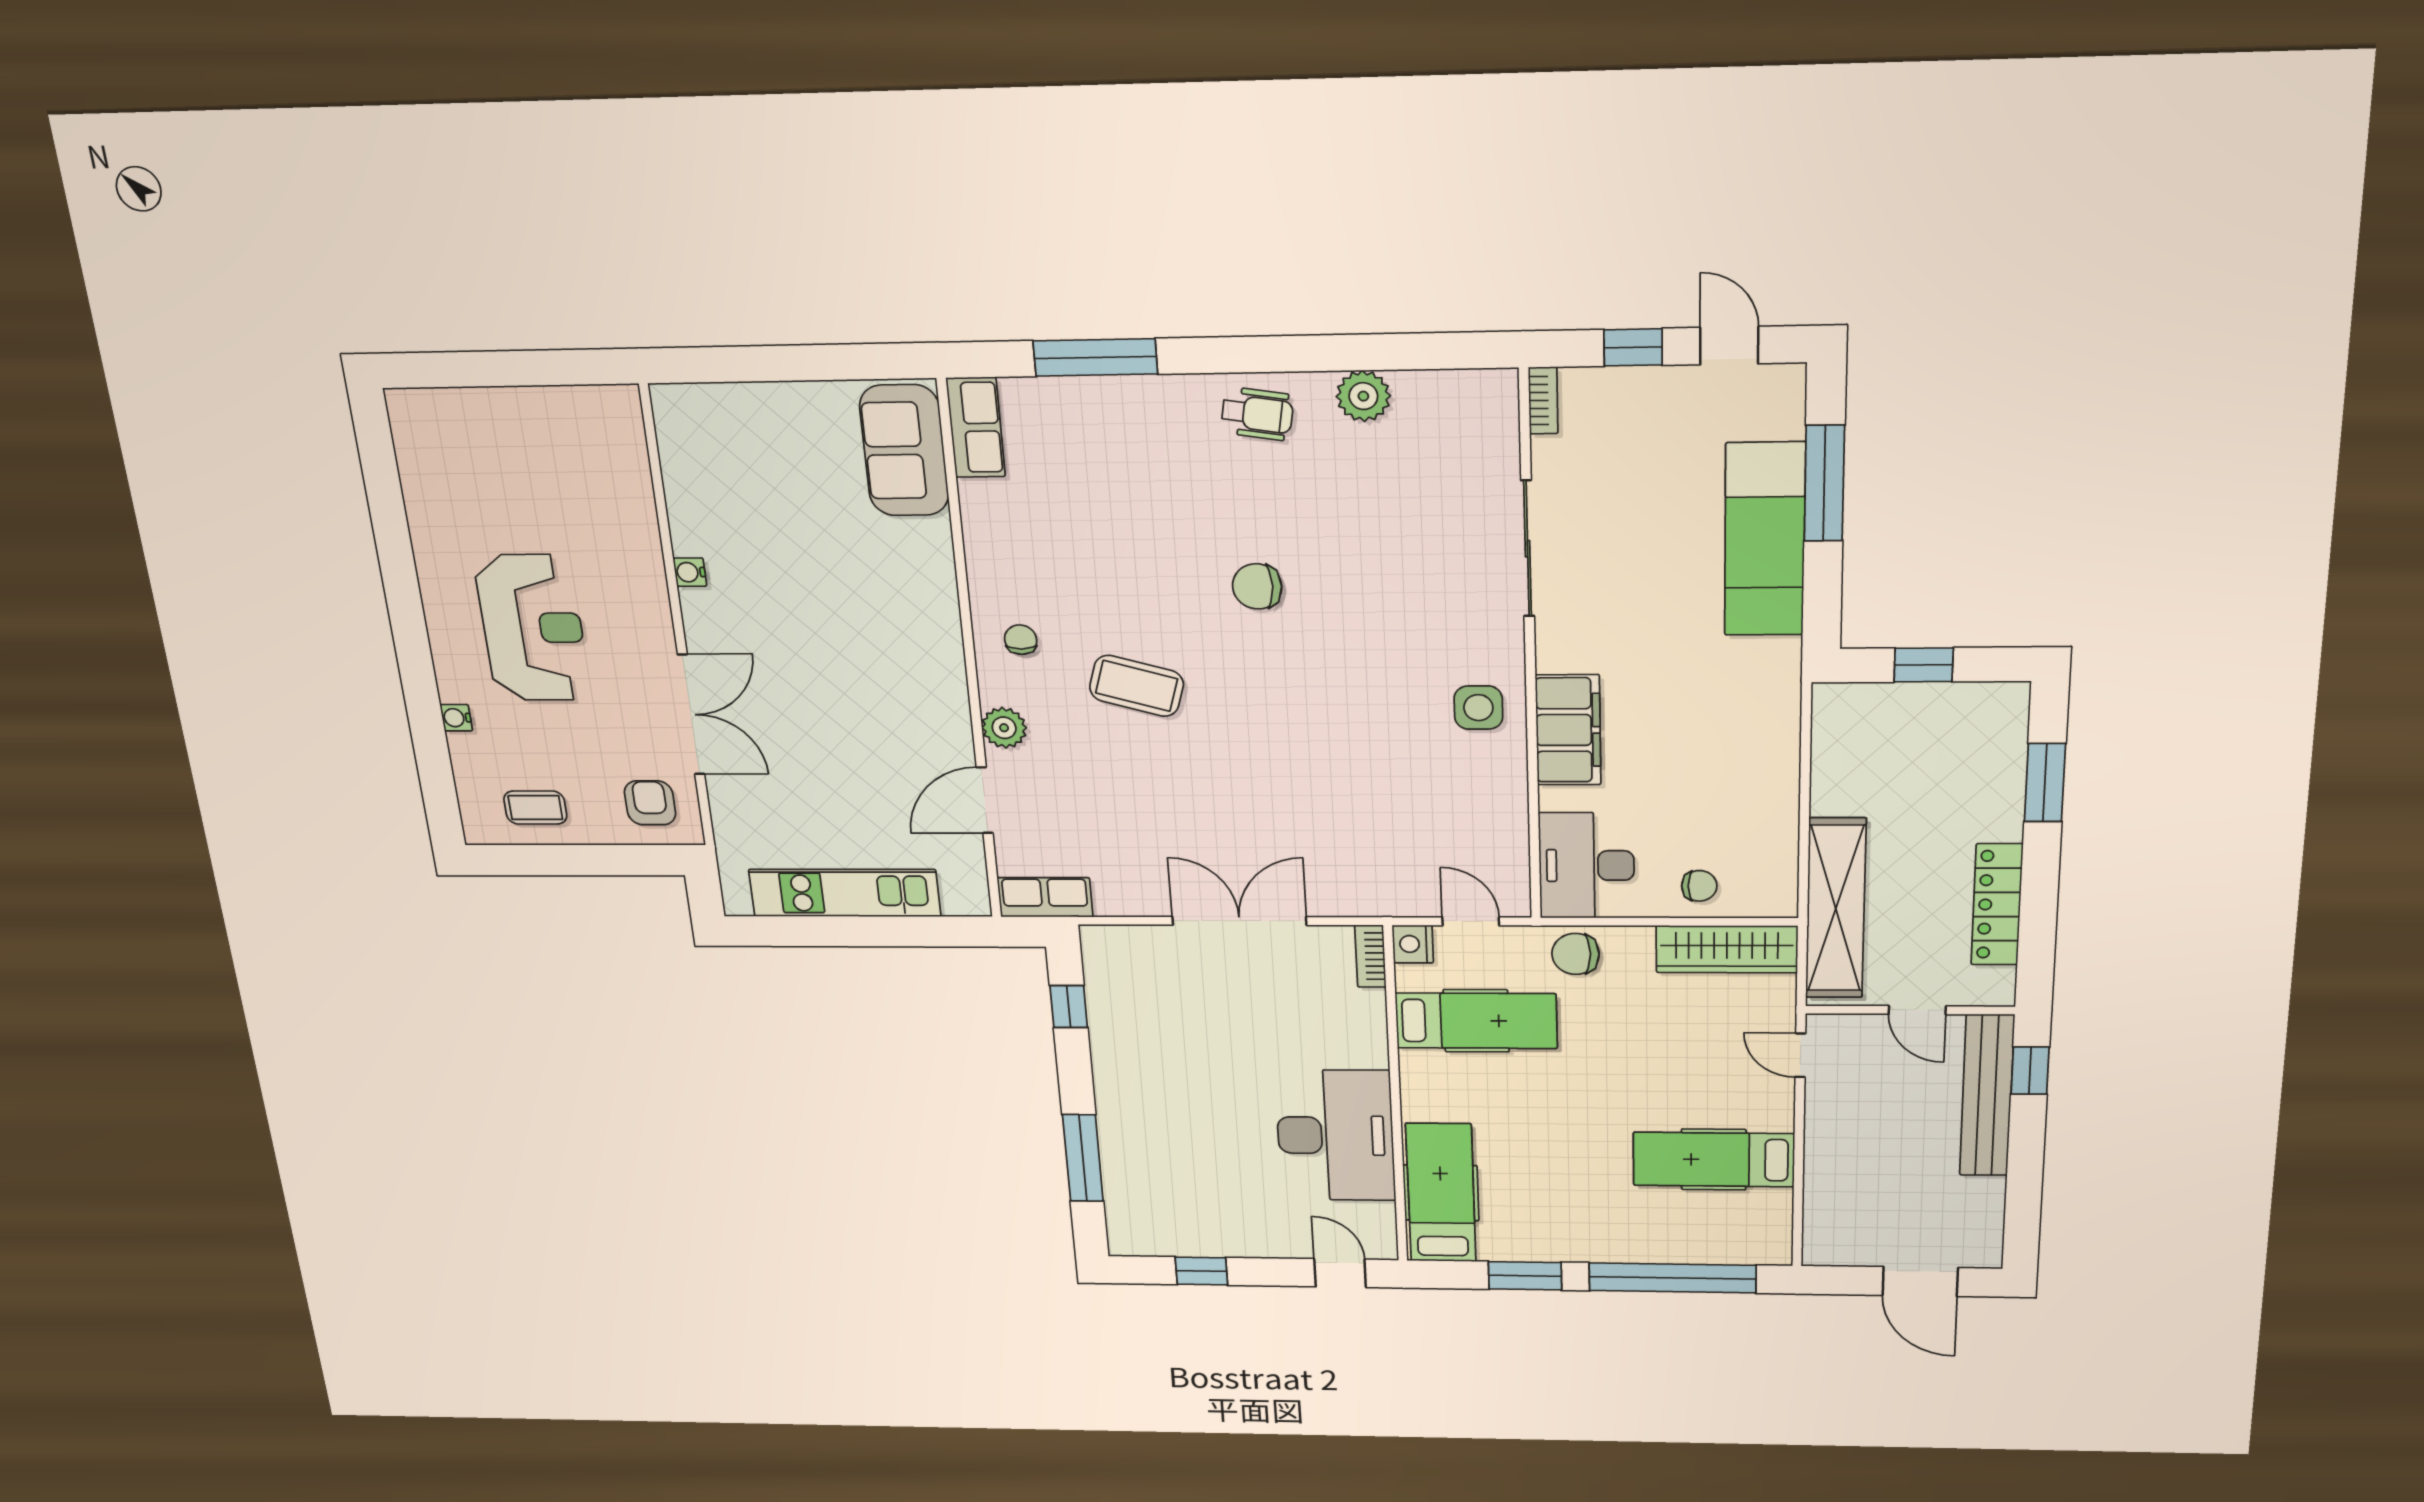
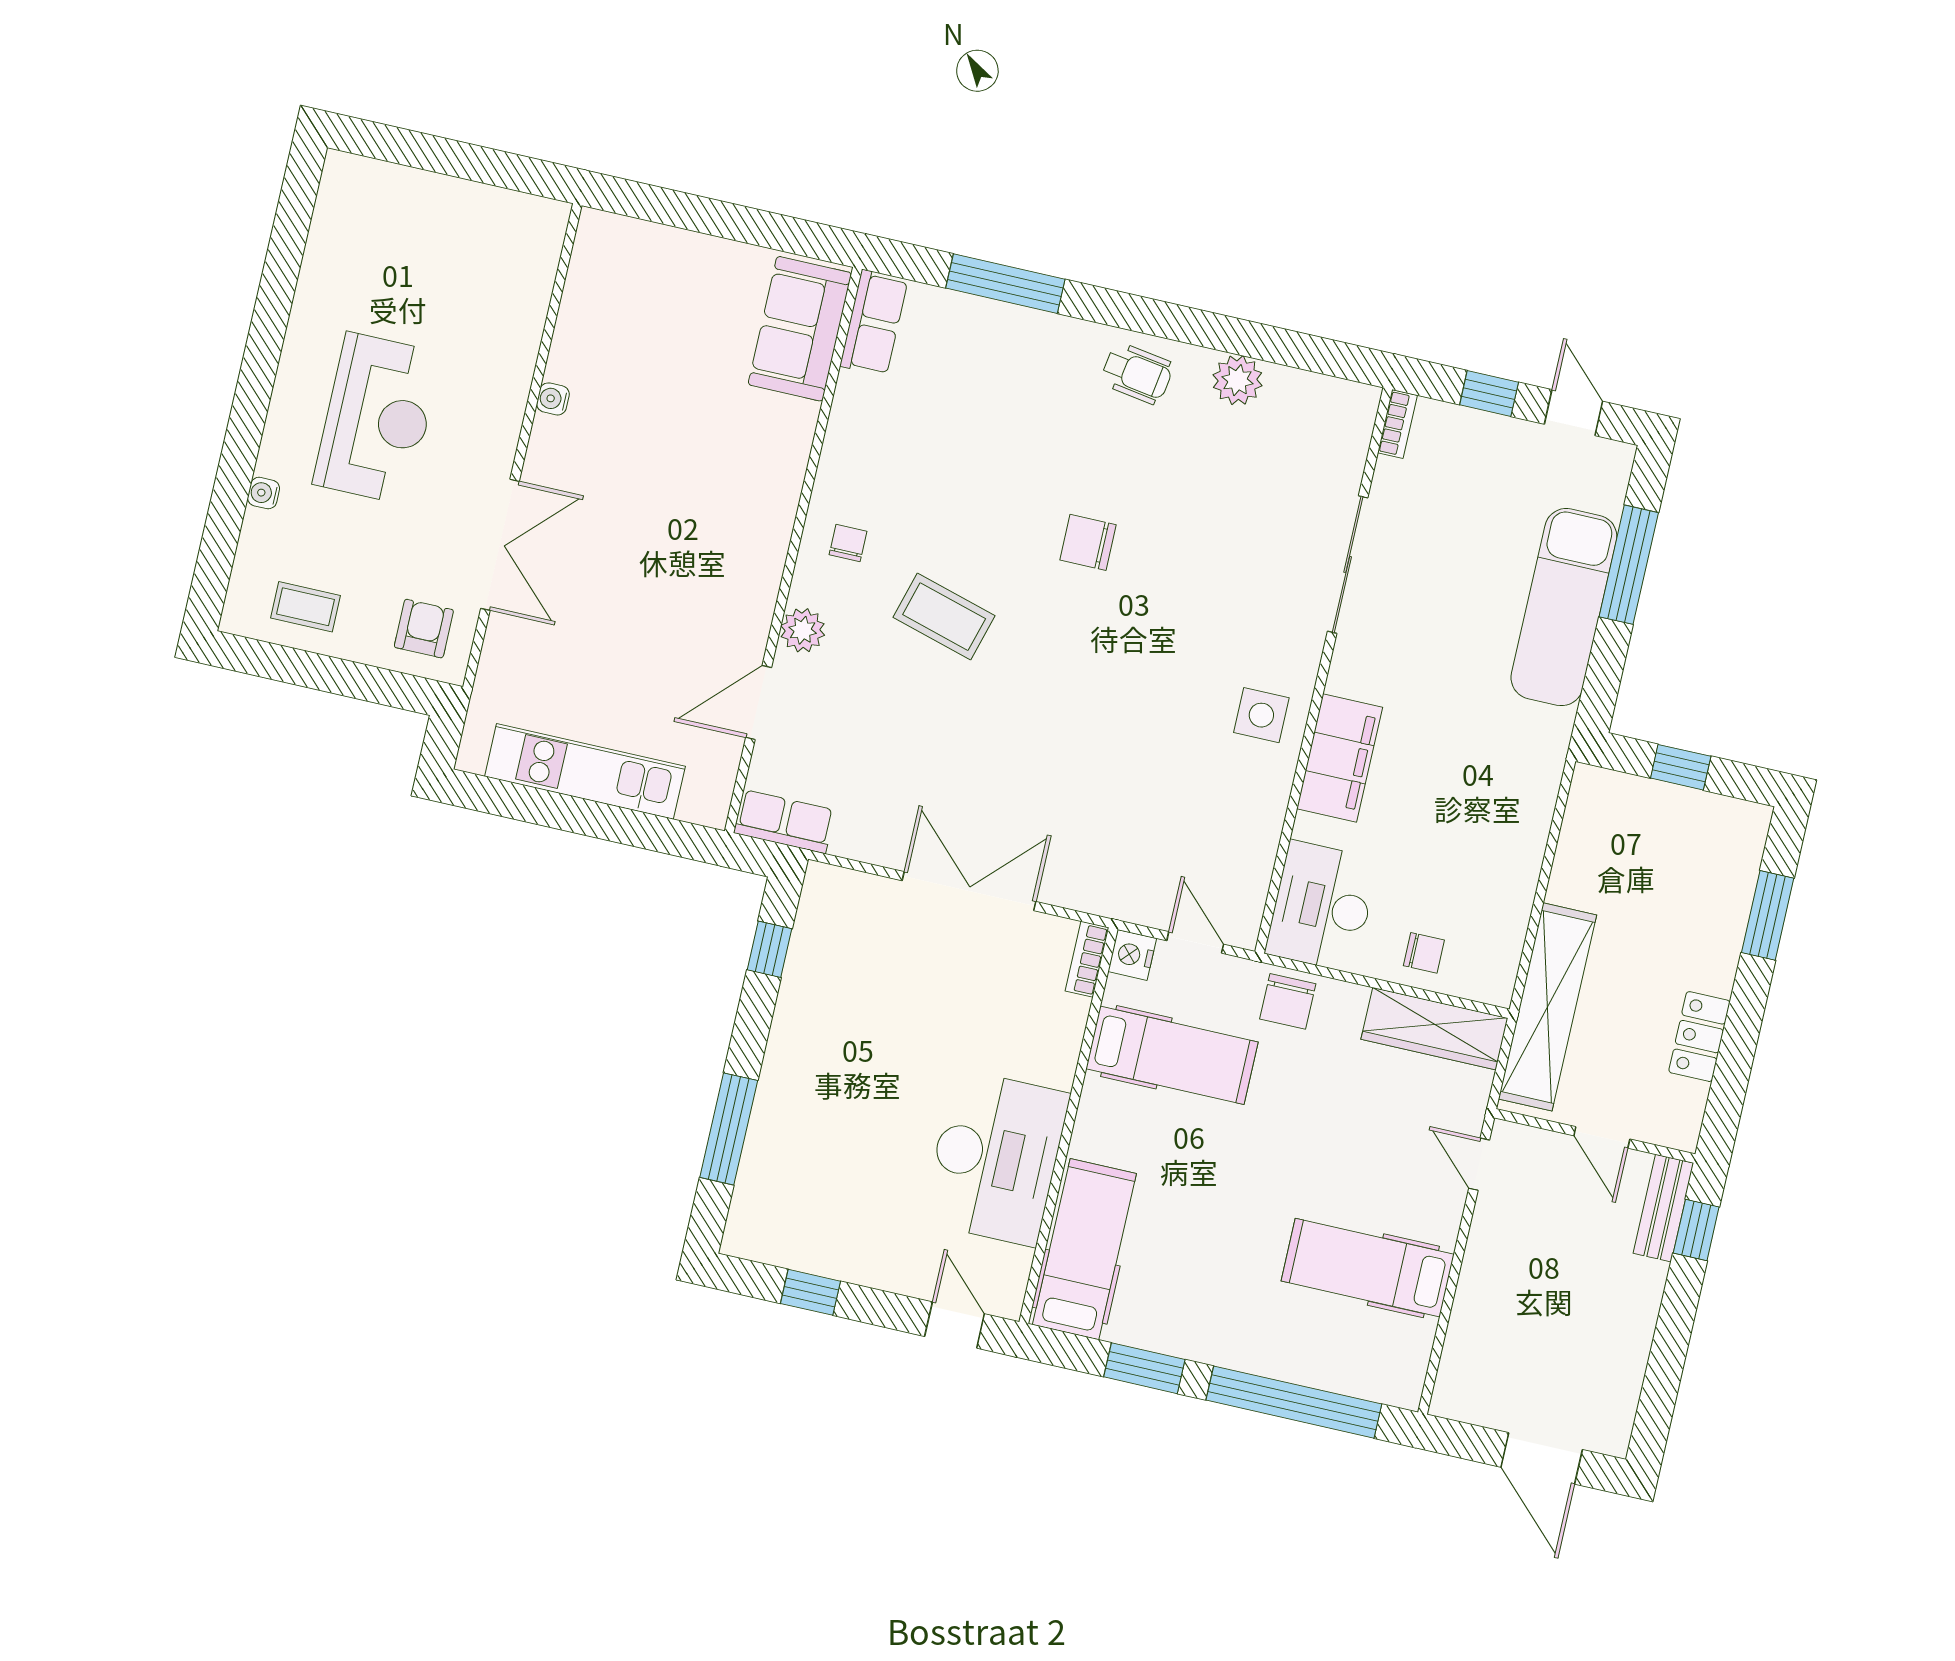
locker: (1997, 905) -> (1699, 1037), width x0.66
chair: (1576, 954) -> (1288, 1001), turned -90
bench: (1987, 1096) -> (1663, 1208), width x0.54, depth x0.82

